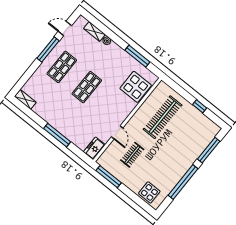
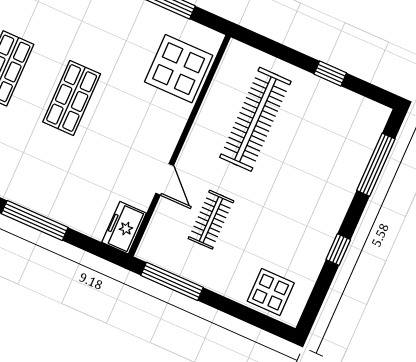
window: (183, 182) -> (338, 250), width x0.32

